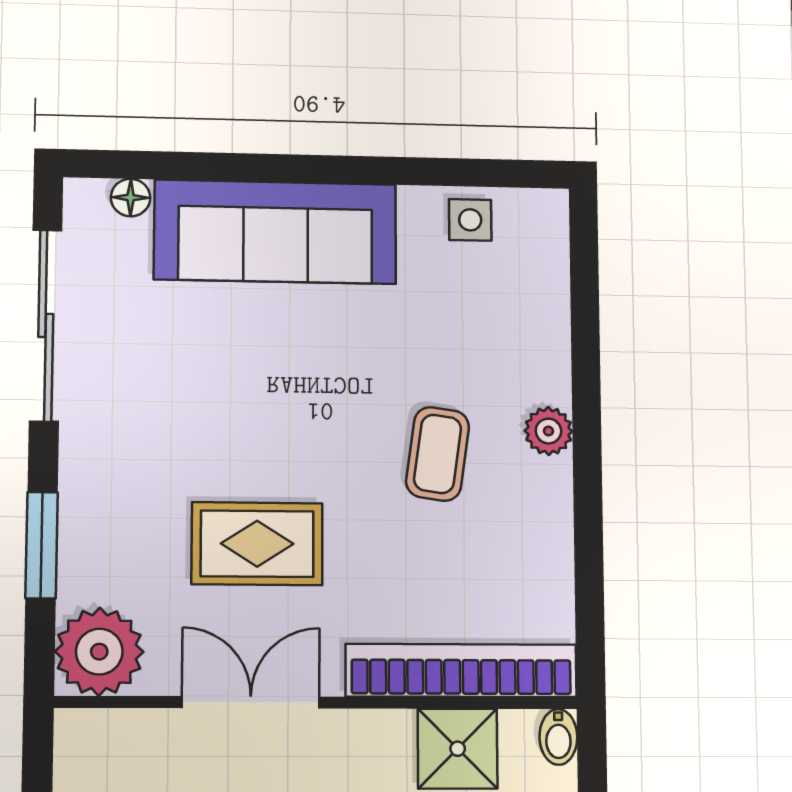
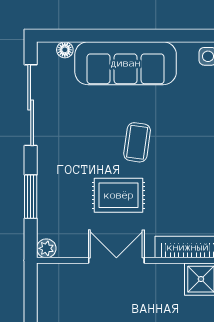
coffee table: (438, 454) -> (137, 142), moved
plant: (99, 652) -> (46, 248), width x0.53, depth x0.53

